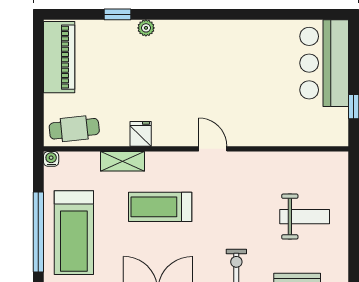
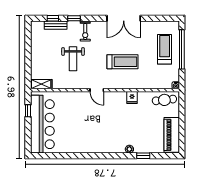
bar counter: (324, 63) -> (42, 124), width x1.36
shelving: (122, 161) -> (41, 84), moved
weight bench: (305, 217) -> (73, 59), moved, turned -90
treadmill: (74, 233) -> (165, 49), width x0.73, depth x0.73

